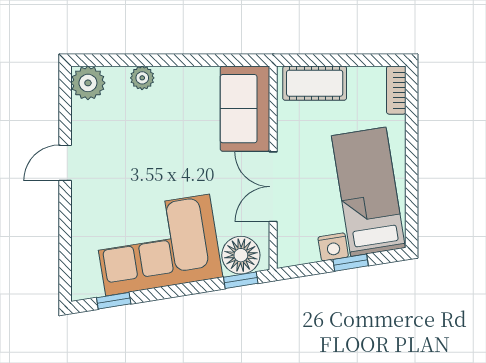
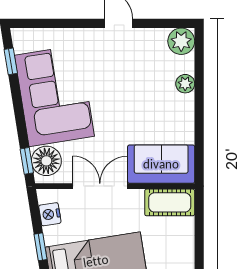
cot: (315, 83) -> (170, 202), moved, turned 90
nightstand: (333, 247) -> (50, 214), moved

